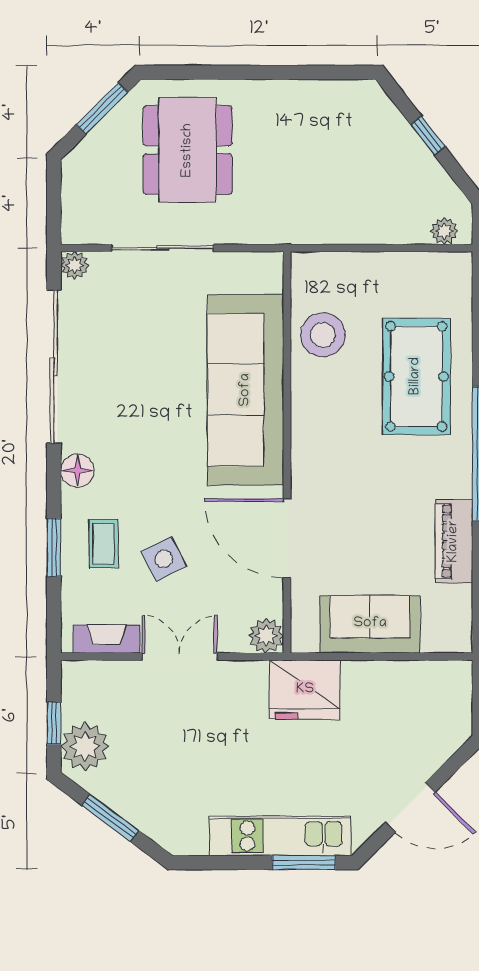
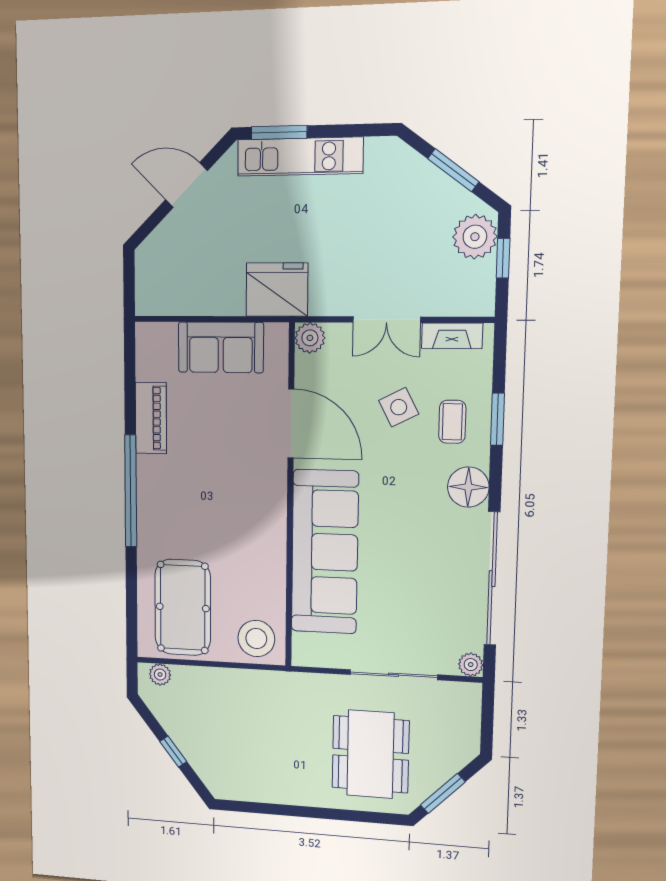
stool: (323, 335) -> (256, 639), moved
pool table: (416, 376) -> (183, 607), moved
floor lamp: (77, 470) -> (468, 487), width x1.38, depth x1.38

